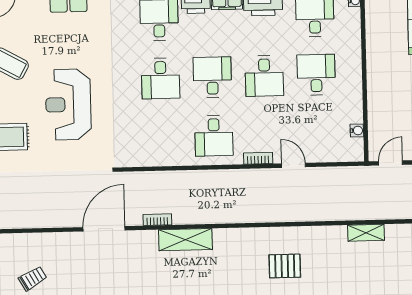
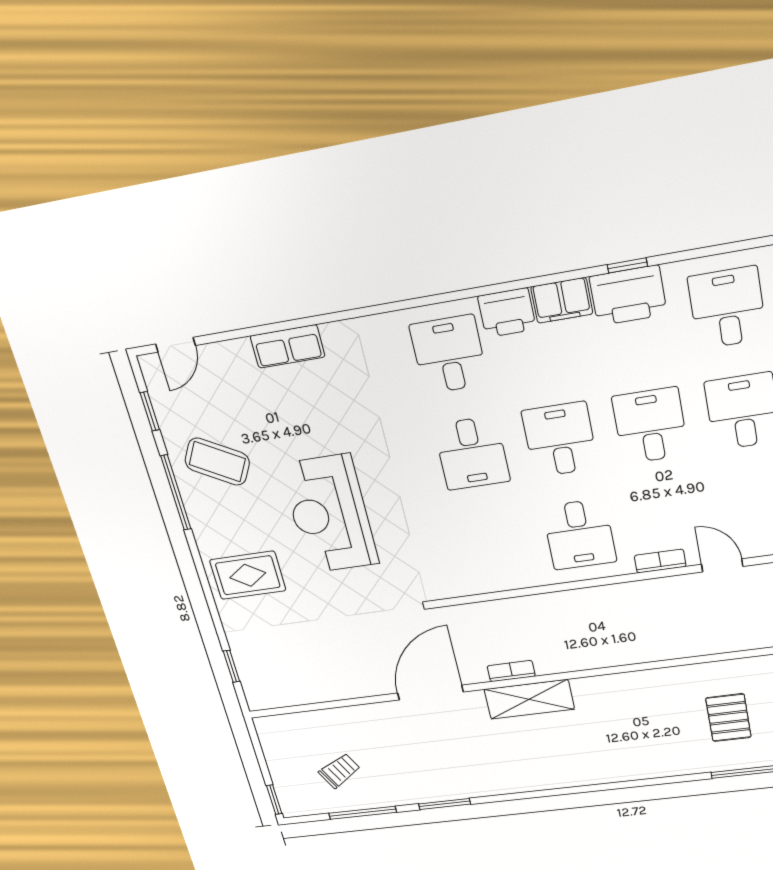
desk: (264, 76) -> (650, 426), turned 180
shelving: (185, 240) -> (529, 699), moved
pallet: (285, 266) -> (728, 718), turned 90

